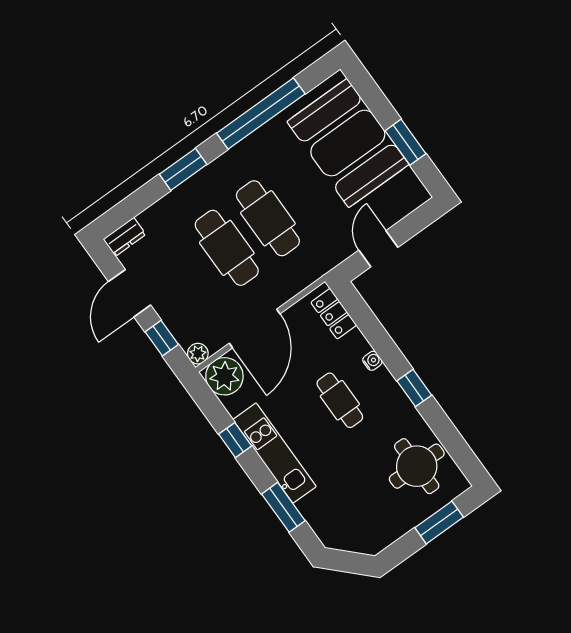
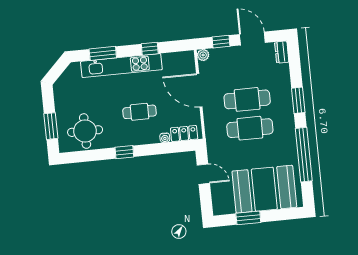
water cooler: (372, 361) -> (165, 138), moved
plant: (224, 376) -> (184, 62), removed
kitchen unit: (275, 453) -> (121, 66), width x1.36

